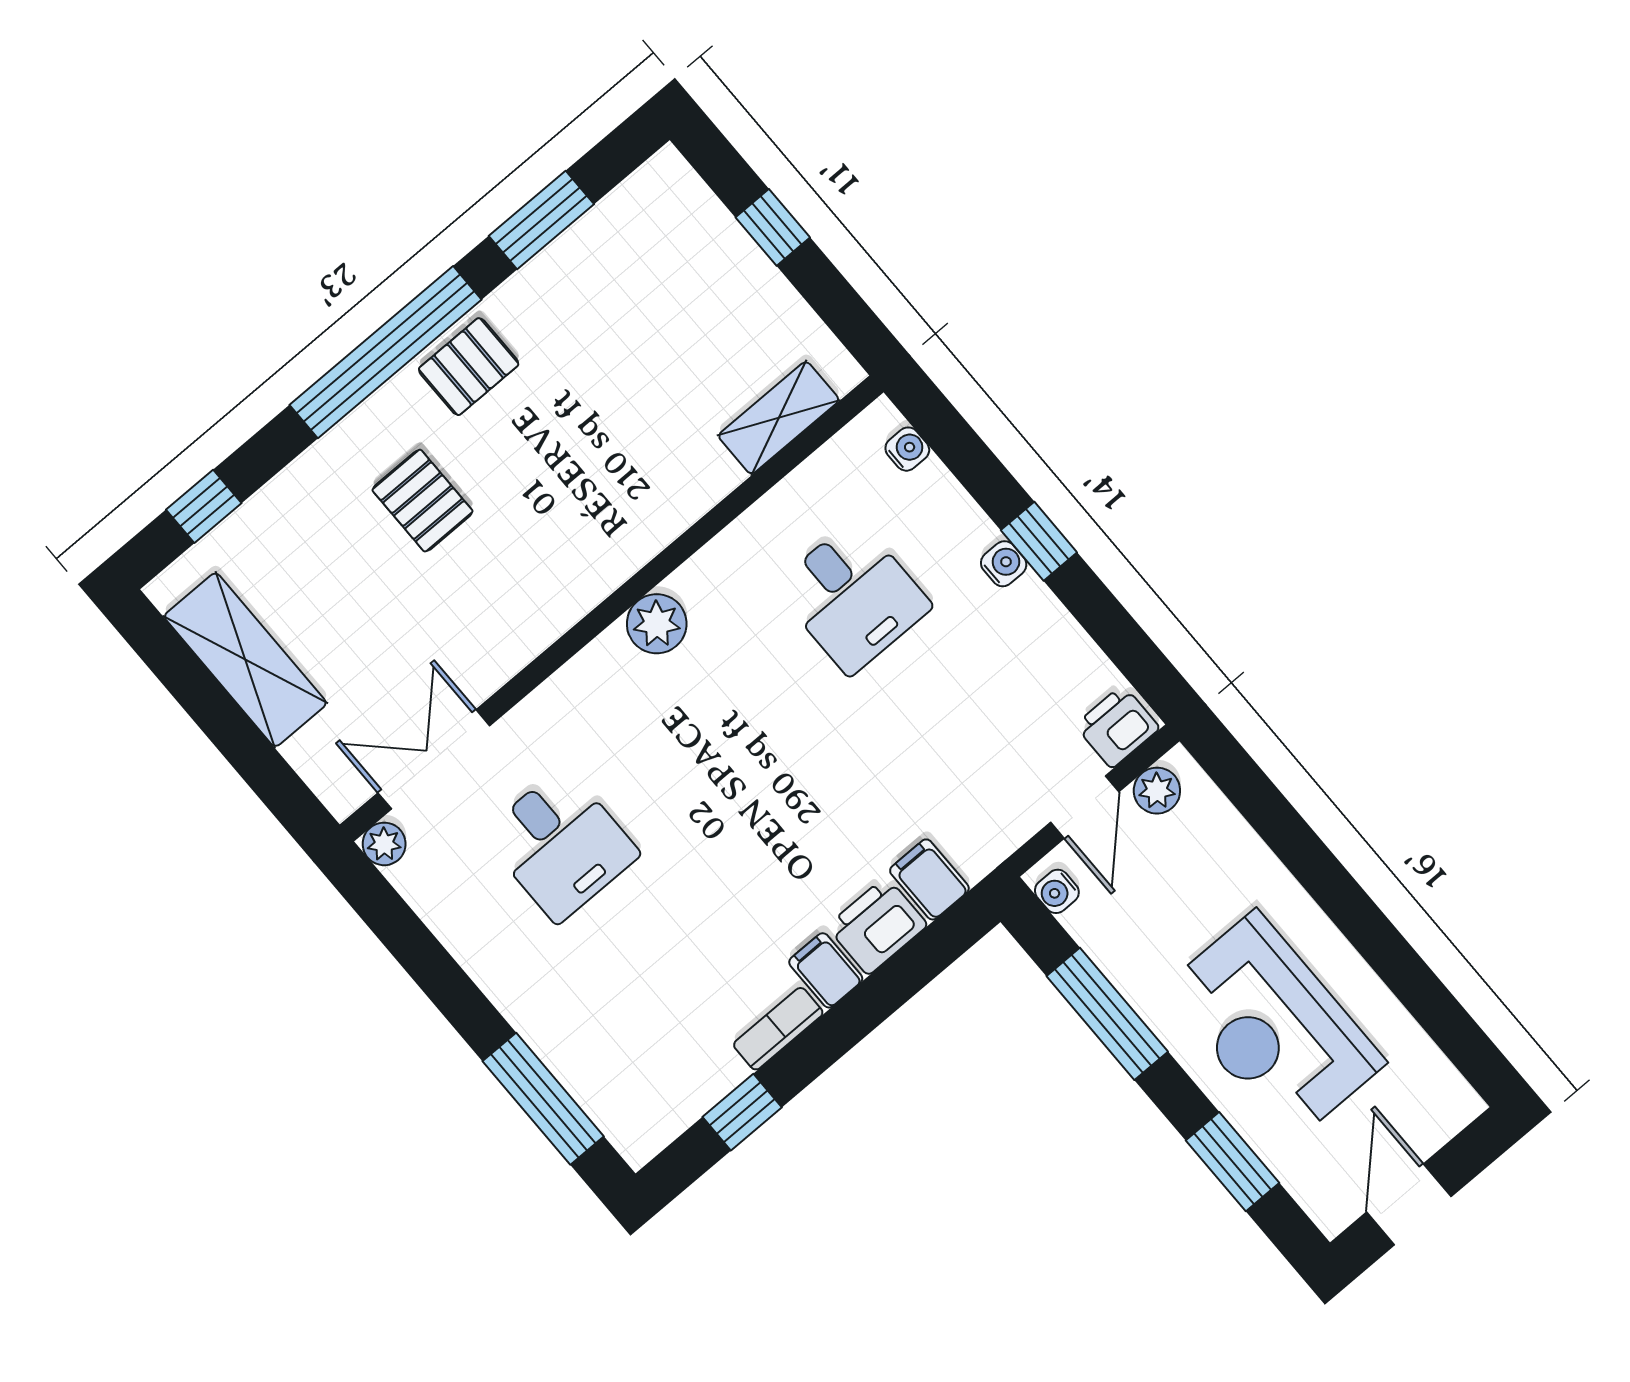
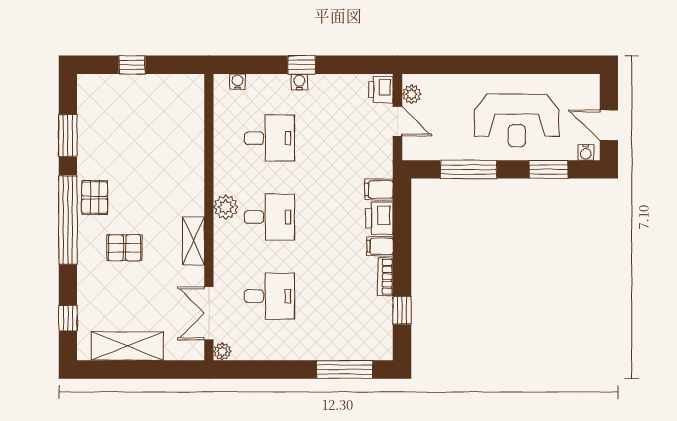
shelving: (779, 418) -> (193, 241), moved
desk: (707, 721) -> (269, 217), added
water cooler: (1057, 891) -> (586, 153), moved

